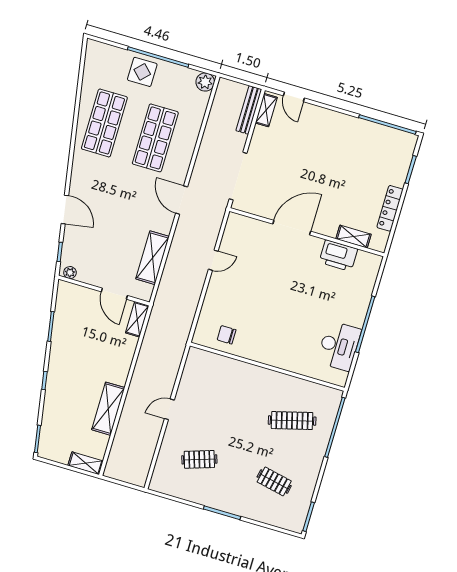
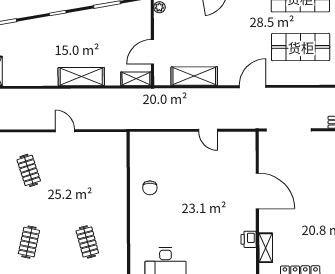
printer: (338, 256) -> (249, 239), width x0.53, depth x0.68
chair: (227, 335) -> (150, 188), moved, turned 180
shelving: (108, 409) -> (81, 77), moved
clothes rail: (292, 421) -> (87, 242), width x0.73

